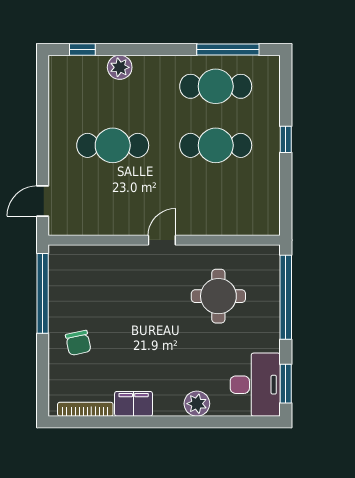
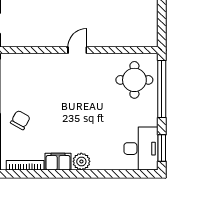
round table: (218, 296) -> (134, 80), moved
chair: (78, 343) -> (20, 120), turned -139
plant: (197, 404) -> (81, 161), moved

